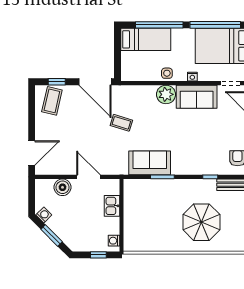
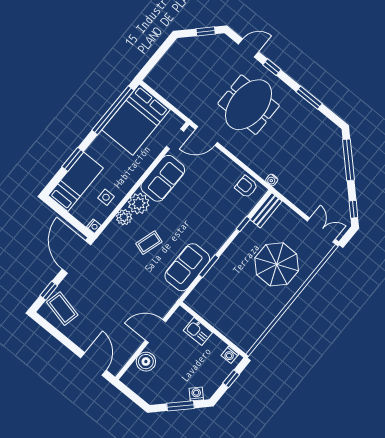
window: (159, 25) -> (73, 159), width x0.47
side table: (167, 73) -> (106, 197), moved
nightstand: (192, 77) -> (94, 226), moved
door: (95, 82) -> (76, 257), swing flipped
plant: (149, 92) -> (124, 217), added
coffee table: (121, 123) -> (149, 243), moved
washing machine: (44, 215) -> (196, 394), moved

